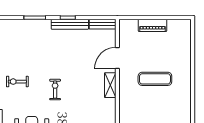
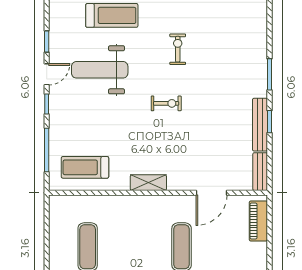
piano: (152, 25) -> (258, 221), moved
door: (117, 58) -> (212, 193), swing flipped
shelving: (110, 85) -> (148, 183), moved

